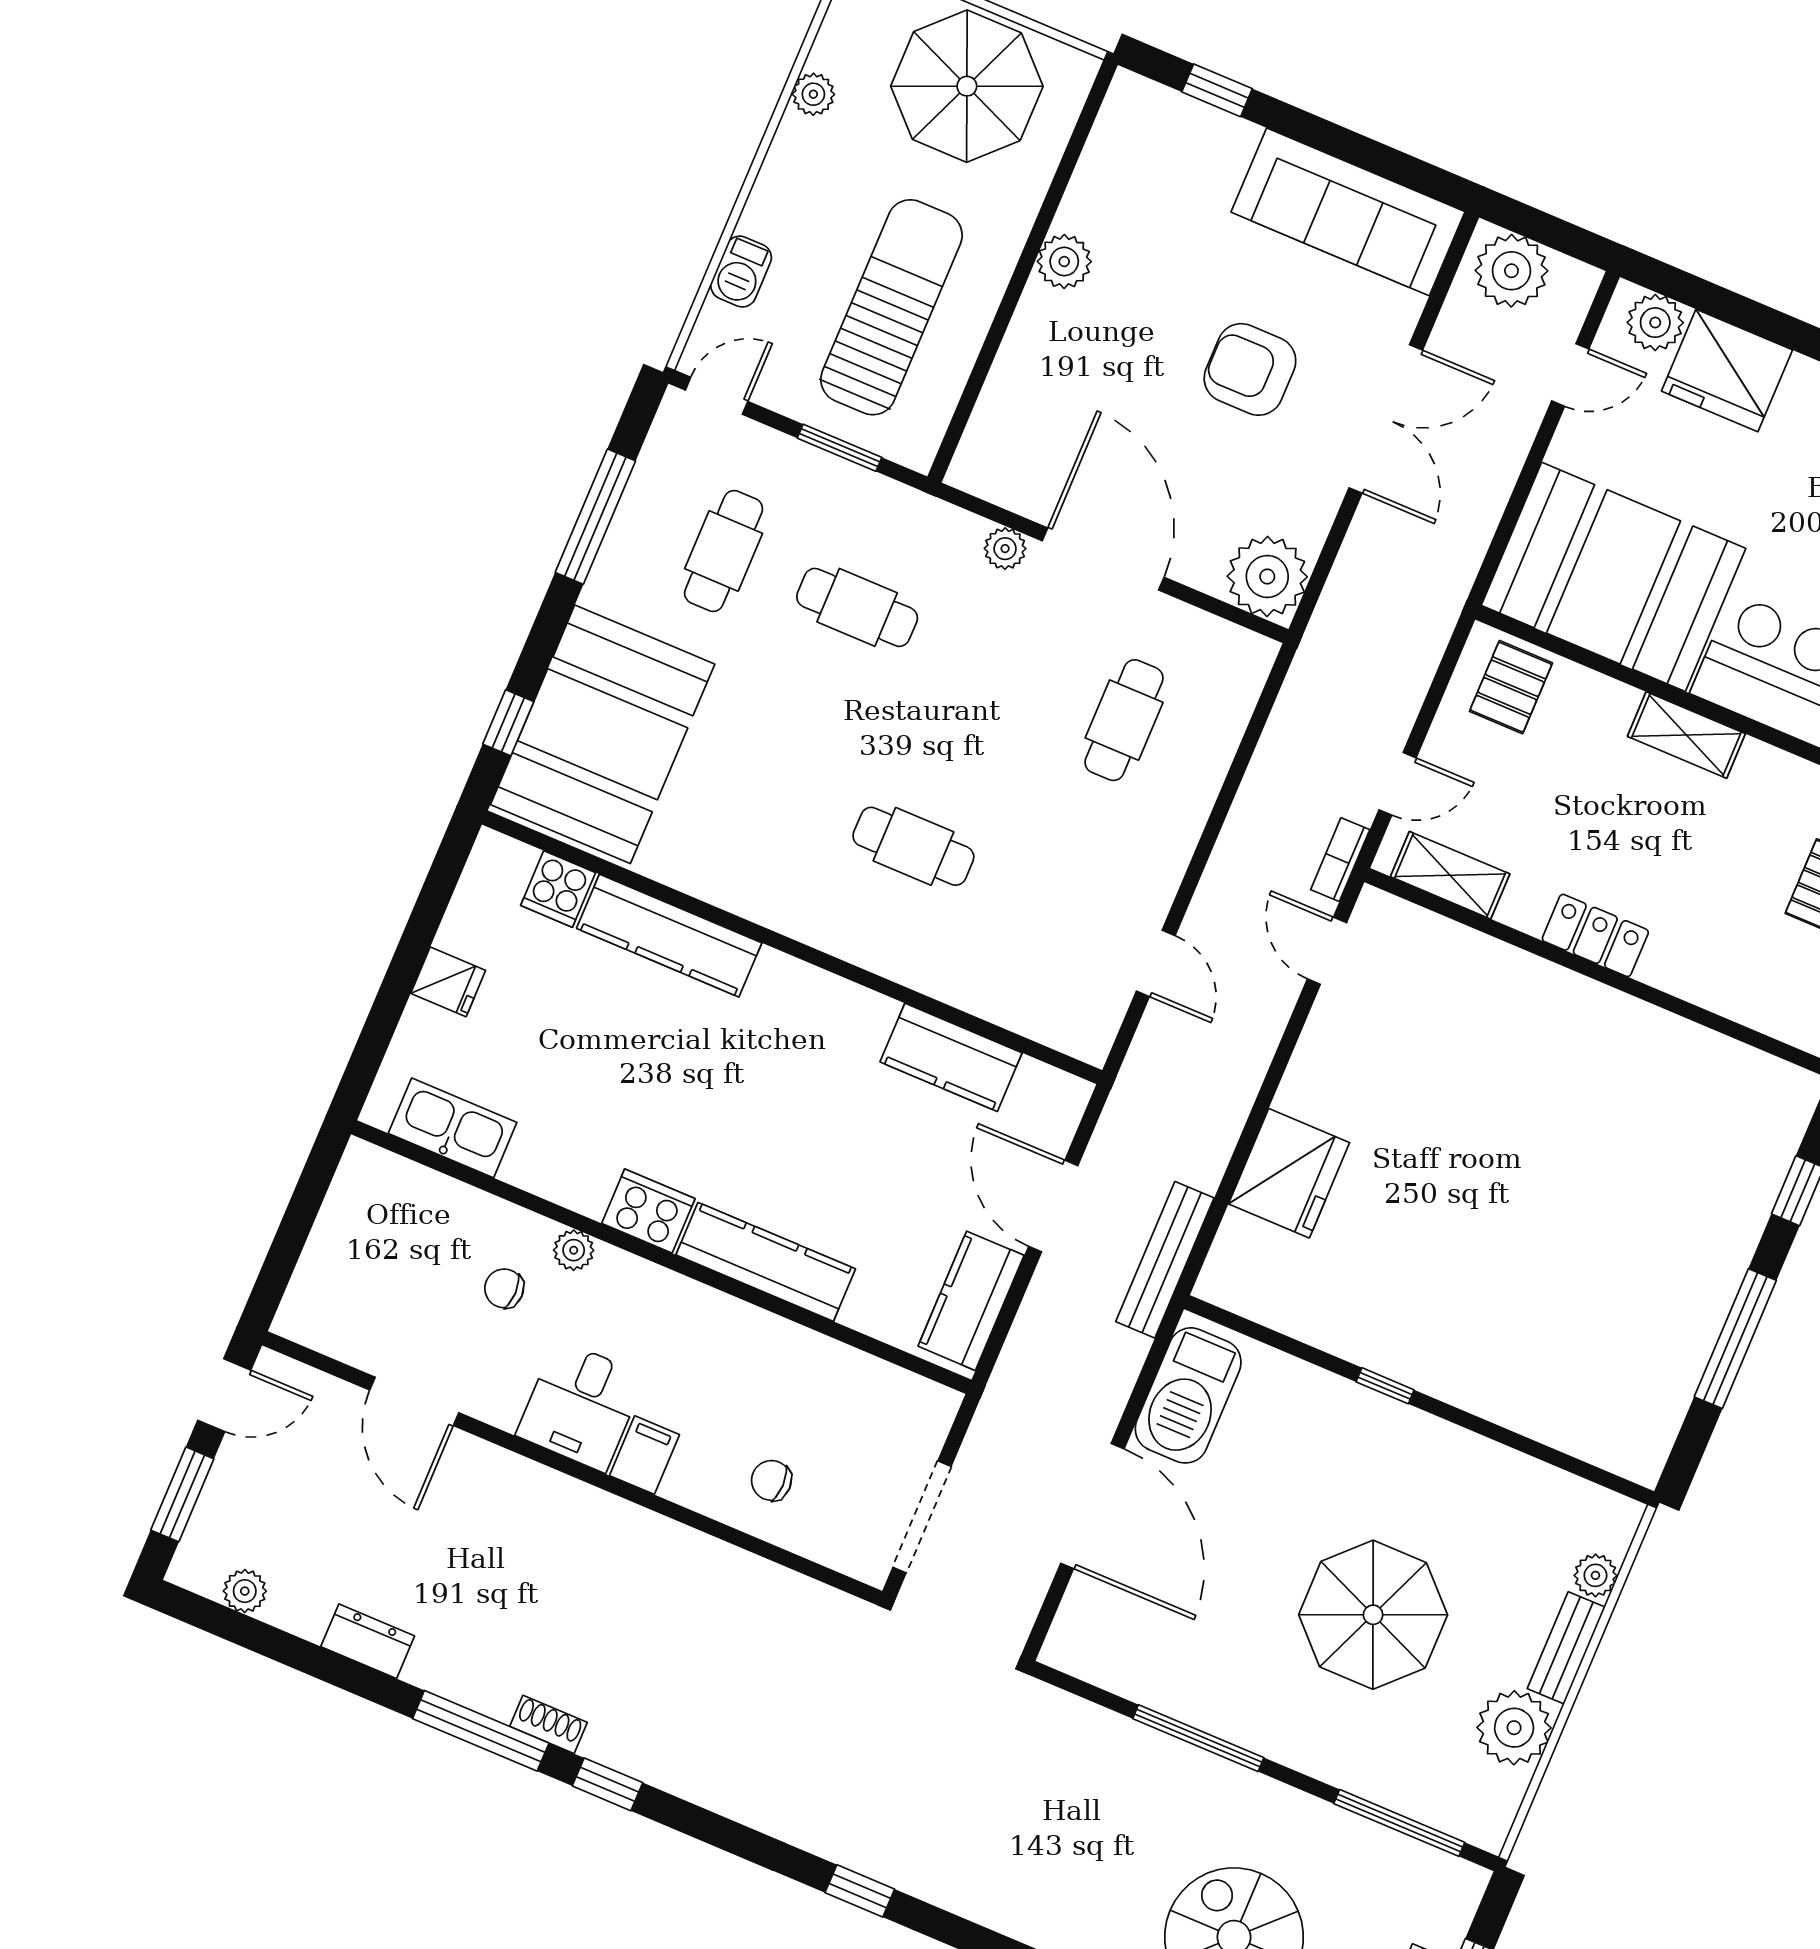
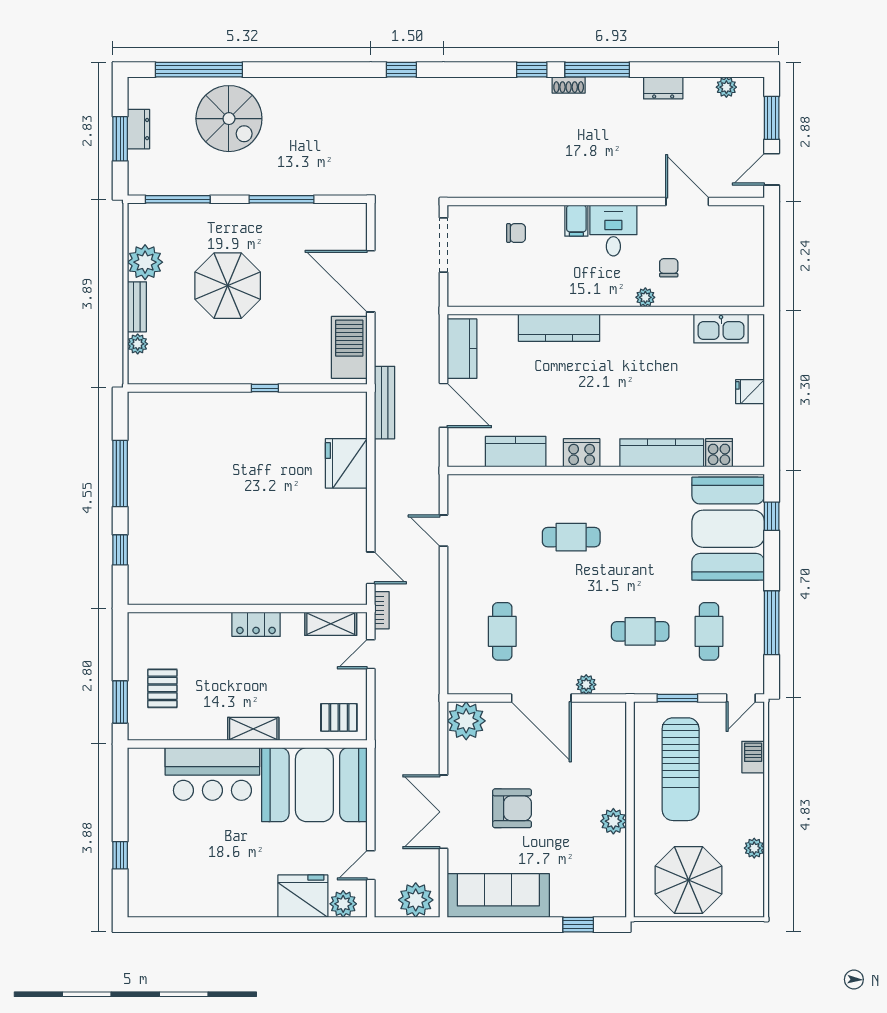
pallet: (1511, 687) -> (339, 717), turned 90
cooker: (648, 1211) -> (582, 453), moved, turned 180
chair: (504, 1288) -> (669, 268), turned -90

